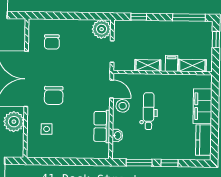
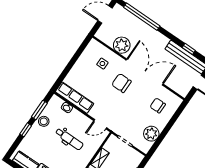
plant: (102, 29) -> (151, 134), moved
stool: (123, 106) -> (44, 121), moved
row of seats: (102, 126) -> (75, 98), width x1.48

